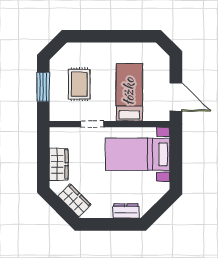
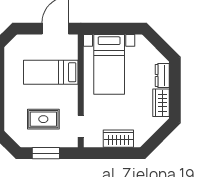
doorway: (92, 124) -> (81, 126), moved
wardrobe: (74, 200) -> (161, 103), moved, turned -45

